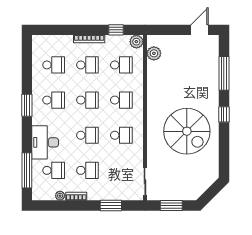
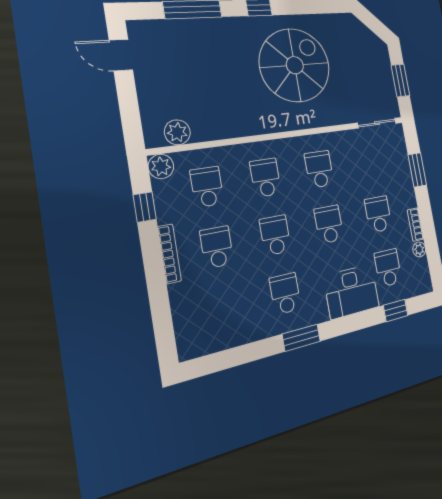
school desk: (54, 65) -> (227, 308), removed
window: (27, 170) -> (396, 310), width x0.46

